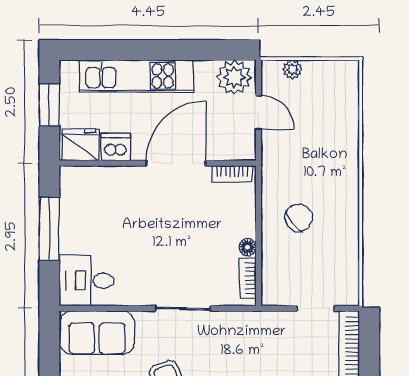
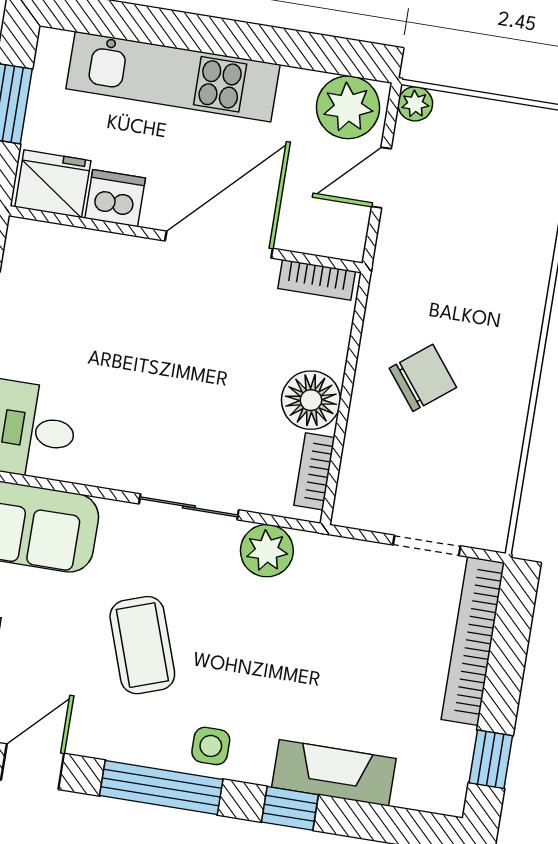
plant: (292, 69) -> (415, 104), moved
door: (258, 112) -> (381, 178), swing flipped
floor lamp: (247, 247) -> (311, 400), width x1.89, depth x1.89
plant: (229, 325) -> (267, 551), added

